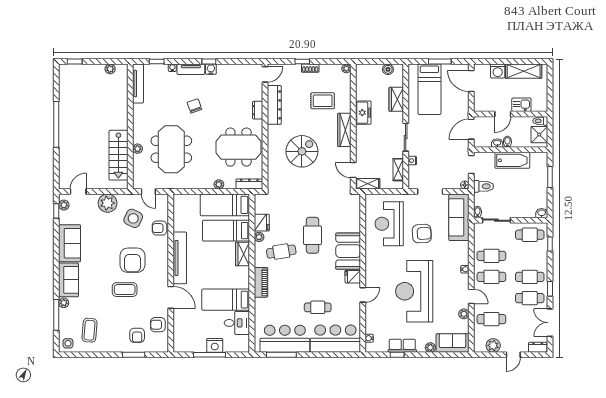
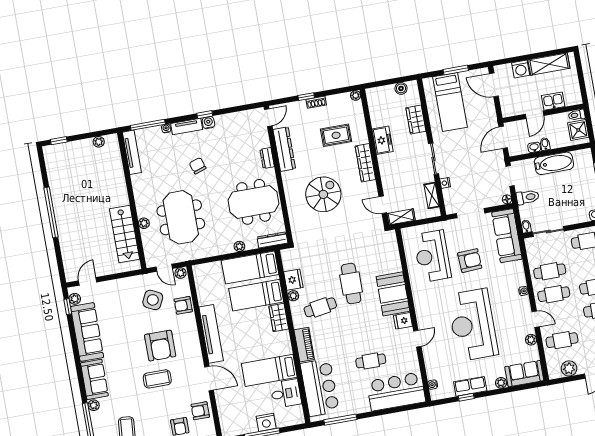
window: (157, 62) -> (148, 125), width x2.17
plant: (108, 203) -> (181, 273), moved, width x0.53, depth x0.53
sofa: (70, 243) -> (87, 332), width x1.36
bar counter: (285, 339) -> (320, 387), moved, turned 90

